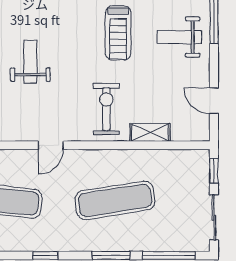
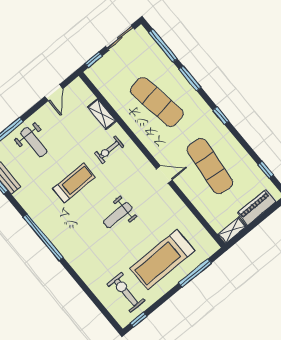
treadmill: (118, 33) -> (74, 183), moved
exercise bike: (106, 109) -> (109, 150), width x0.73, depth x0.72
door: (51, 145) -> (164, 175), moved

